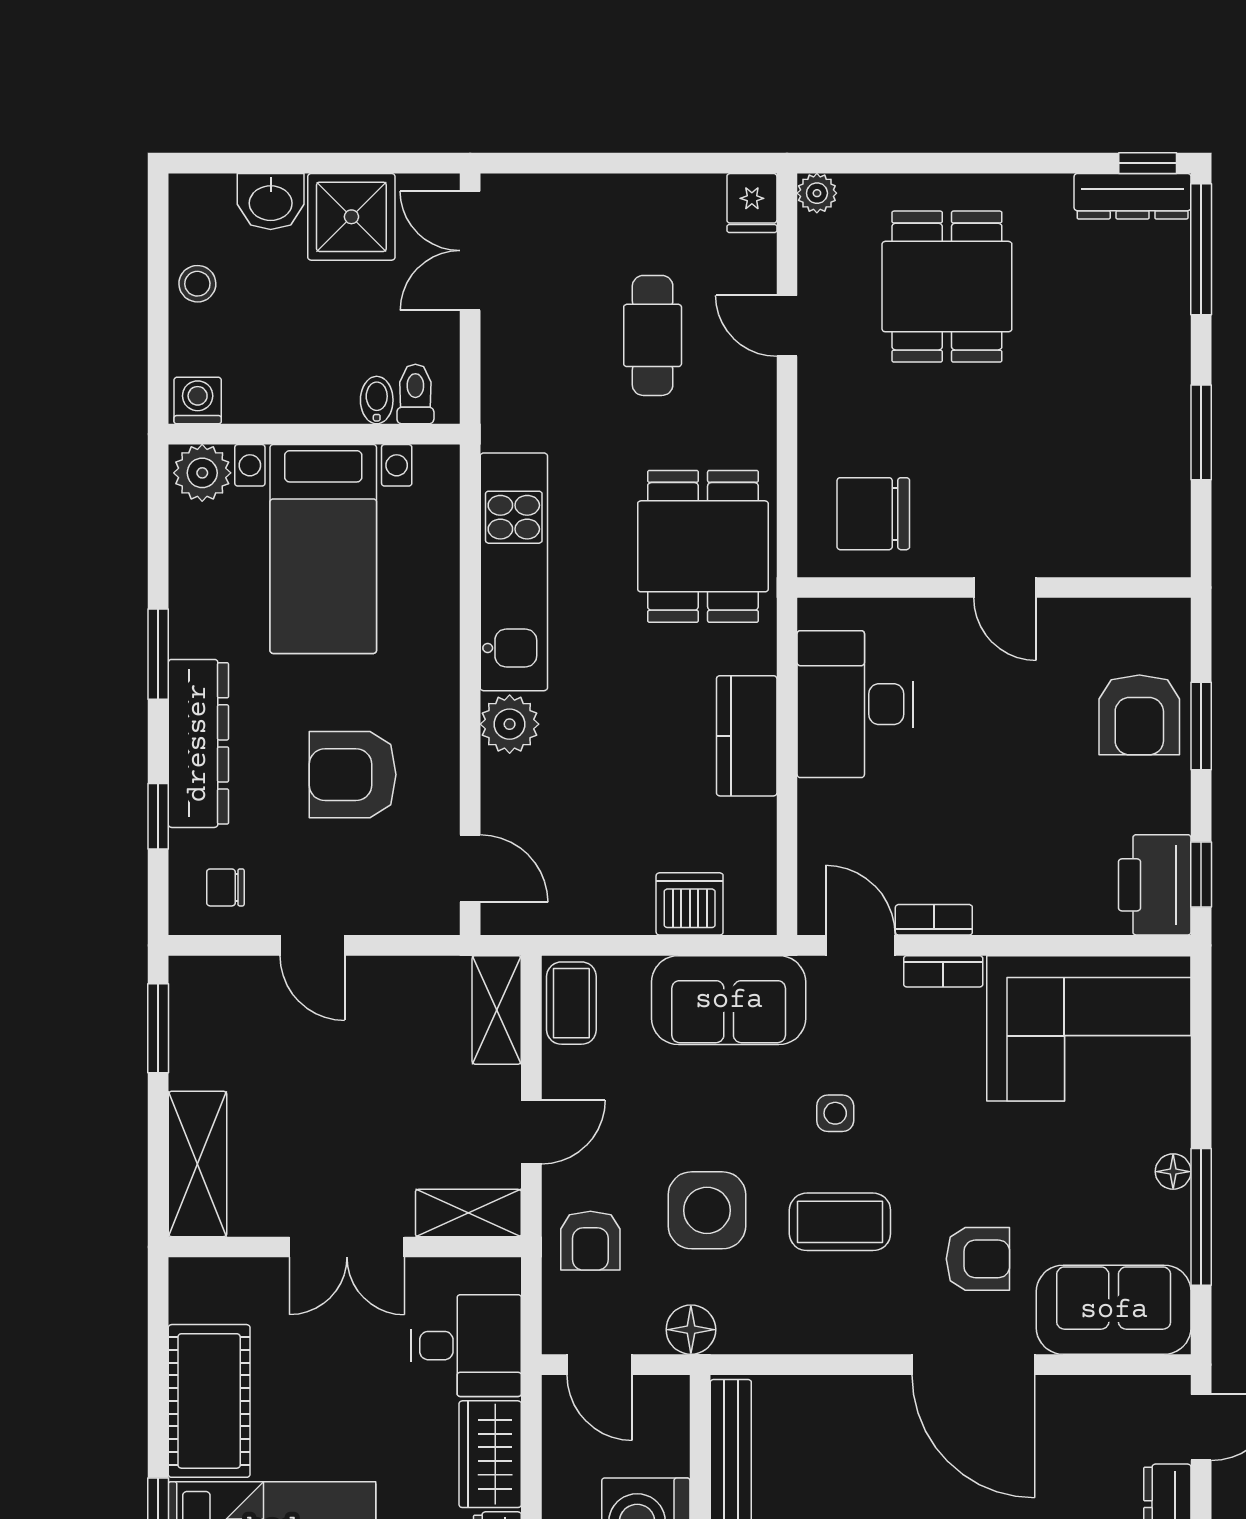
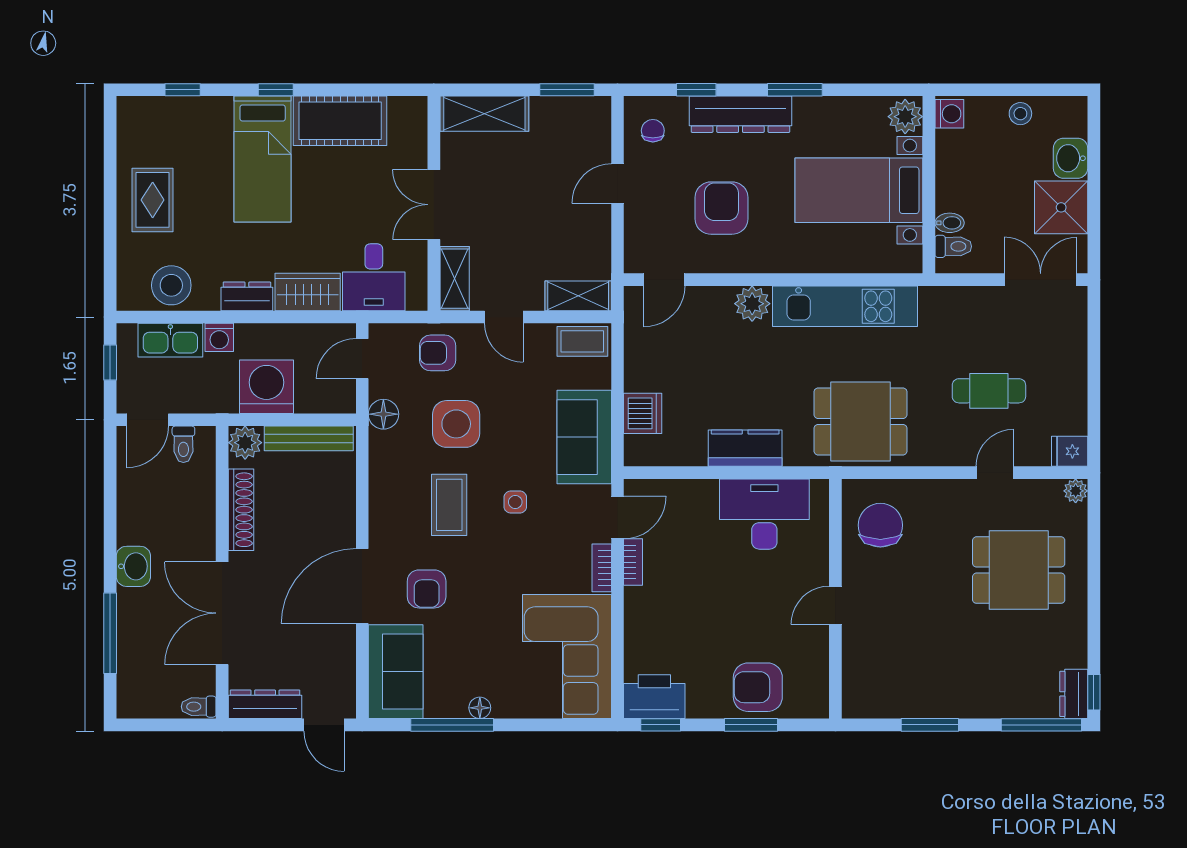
dresser: (1133, 196) -> (1074, 694), width x0.70

